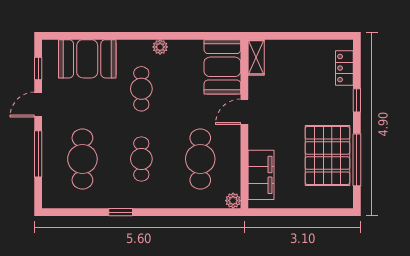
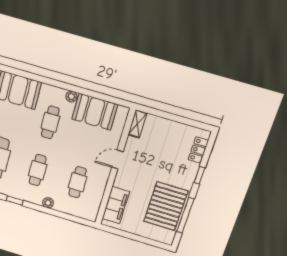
booth: (222, 67) -> (95, 112), moved, turned 90
cafe table: (200, 159) -> (78, 182), width x0.73, depth x0.74
plant: (233, 201) -> (48, 203), moved

